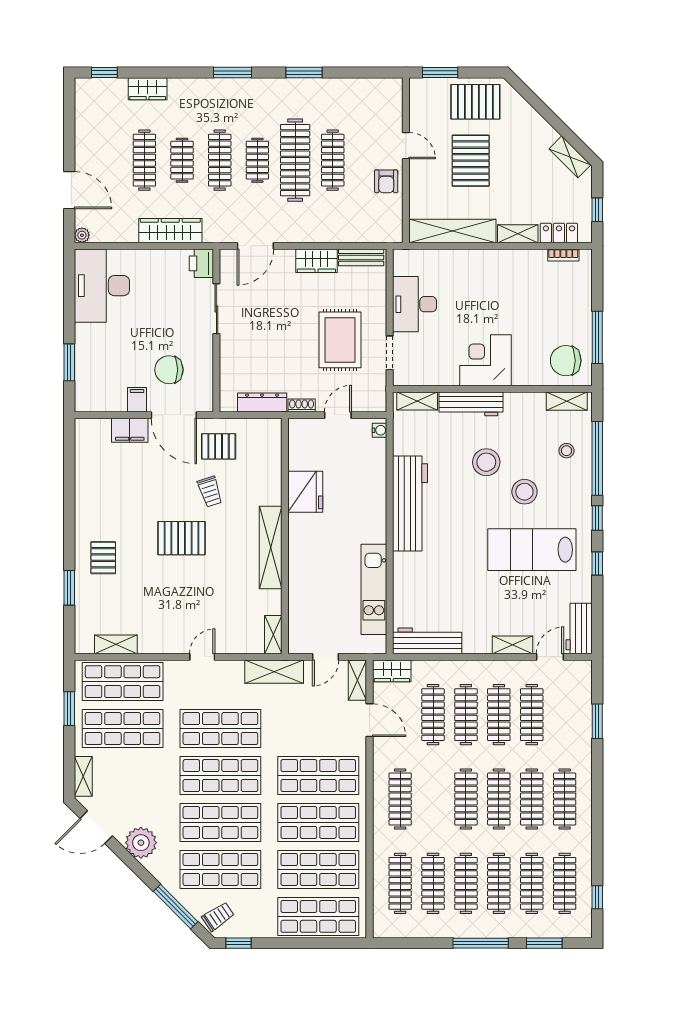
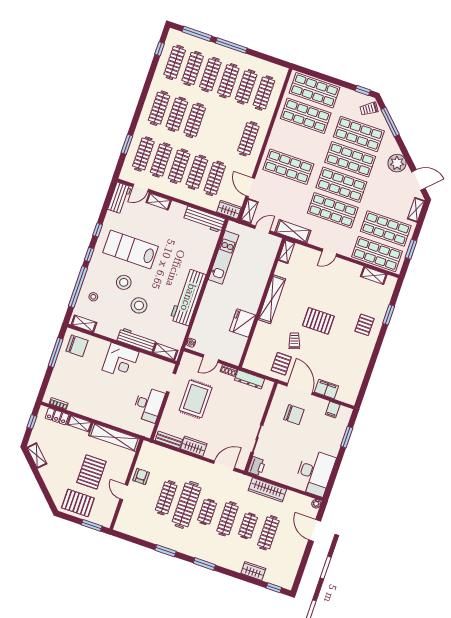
filing cabinet: (137, 400) -> (333, 410), moved
pallet: (219, 446) -> (281, 364), turned 90
lab bench: (532, 550) -> (131, 250), turned 180
clothes rail: (466, 799) -> (143, 154), moved
shop shelf: (318, 822) -> (297, 141), removed
window: (544, 943) -> (197, 34), width x1.44

